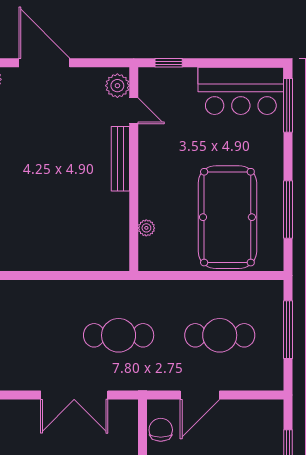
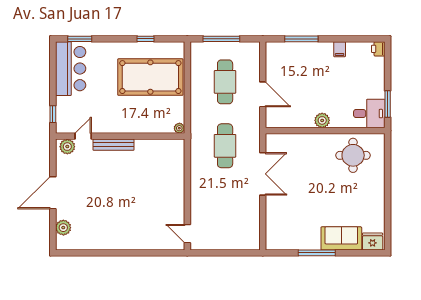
window: (288, 105) -> (80, 39), width x0.69
window: (288, 210) -> (146, 39), width x0.46
plant: (146, 228) -> (179, 128), moved
chair: (161, 430) -> (285, 119), removed

